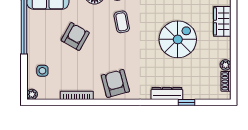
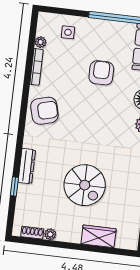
coffee table: (122, 22) -> (111, 126), removed
armchair: (75, 36) -> (101, 73), turned -119
plant: (32, 94) -> (41, 42), moved

